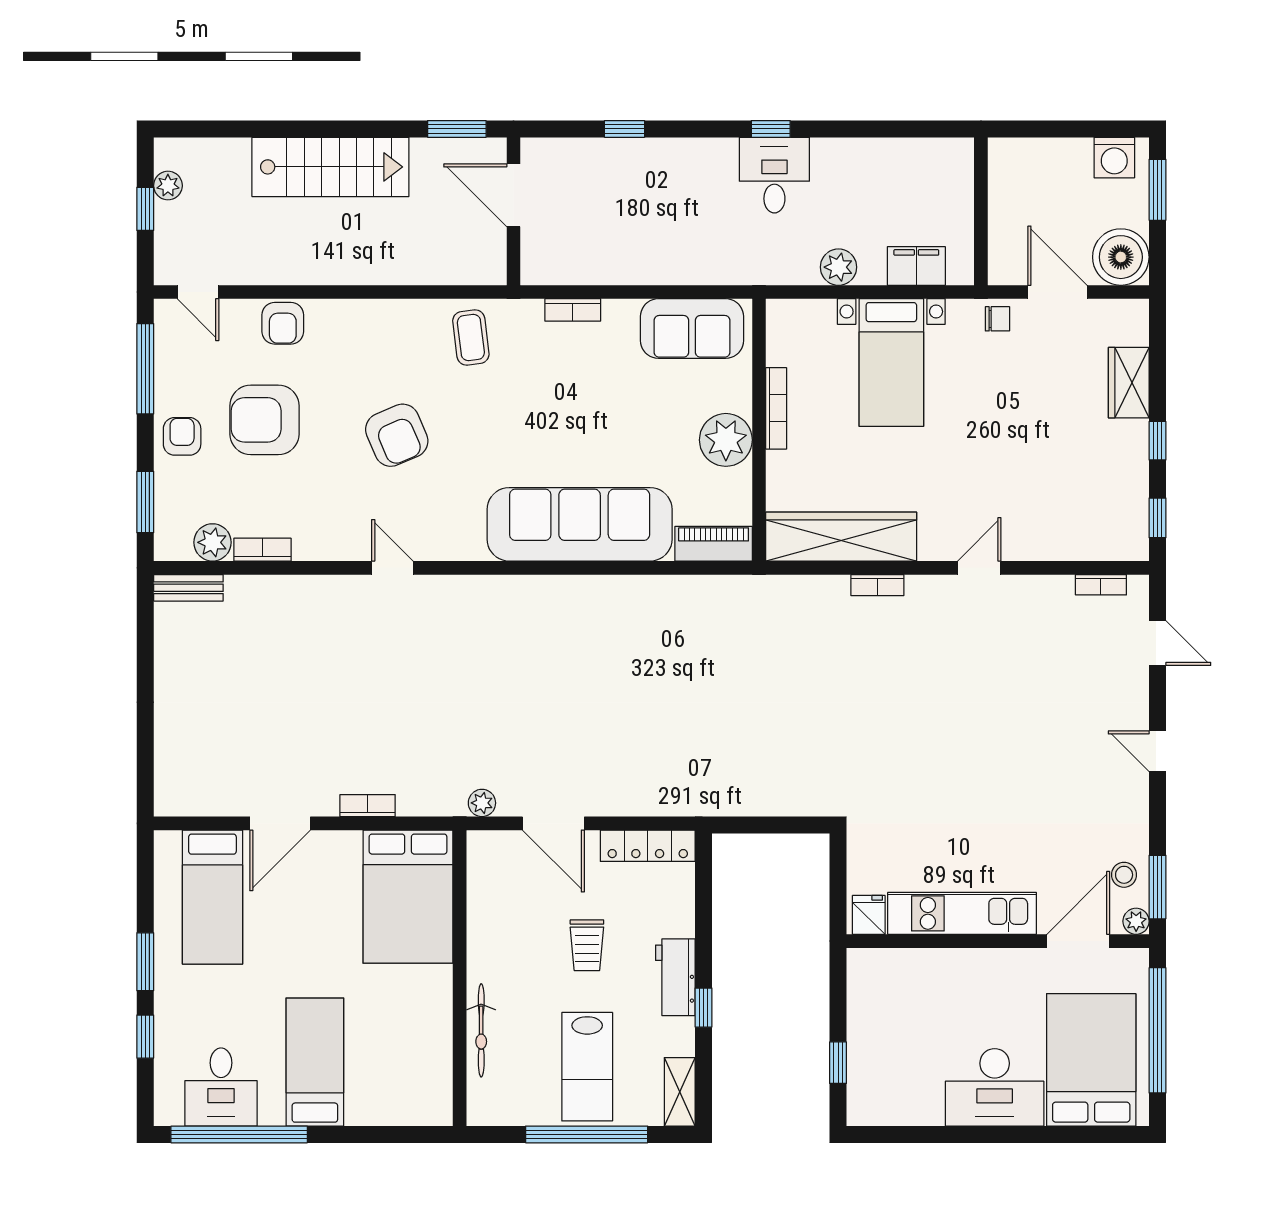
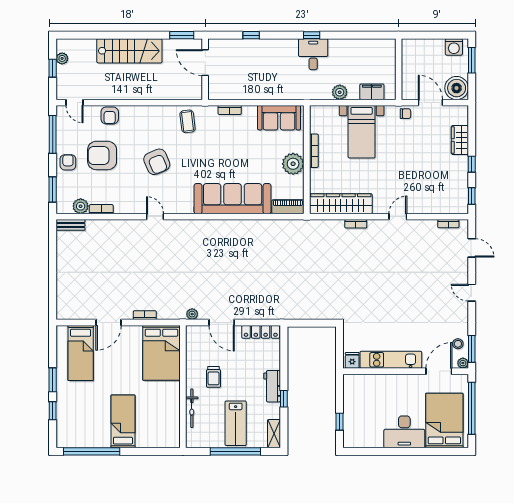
trolley: (587, 945) -> (214, 377), moved
desk: (221, 1087) -> (84, 432), removed

